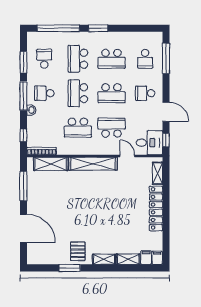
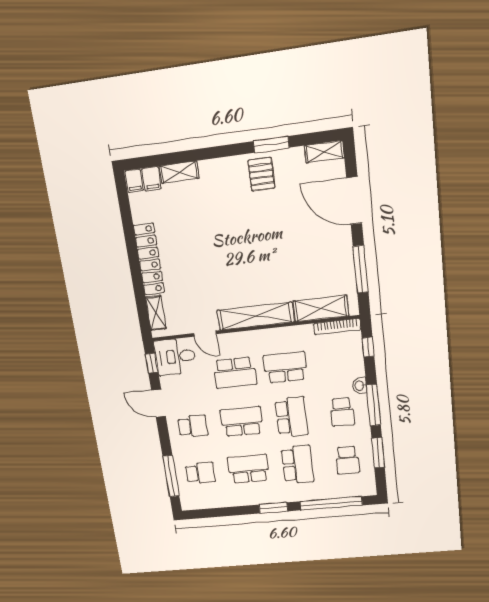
school desk: (145, 59) -> (200, 473), turned 90
school desk: (44, 93) -> (342, 412), turned 90
shelving: (104, 259) -> (324, 152), moved

